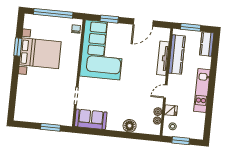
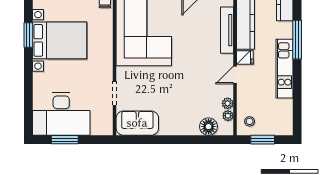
window: (213, 70) -> (297, 40), added
desk: (36, 107) -> (61, 114), added
fridge: (171, 110) -> (245, 58), moved
floor lamp: (130, 126) -> (209, 127), moved
window: (50, 127) -> (65, 140), moved

